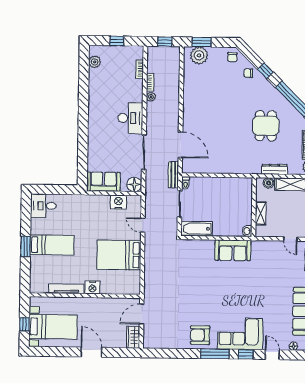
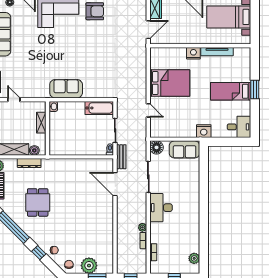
plant: (199, 55) -> (89, 266), moved
nightstand: (118, 202) -> (204, 131), moved
window: (24, 324) -> (255, 19), removed

